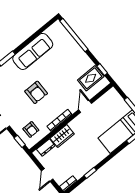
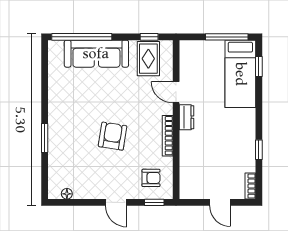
sofa: (33, 51) -> (96, 54), moved, turned 90
armchair: (36, 92) -> (113, 136), turned -81
wardrobe: (62, 136) -> (189, 147), removed
dresser: (46, 148) -> (186, 117), moved

